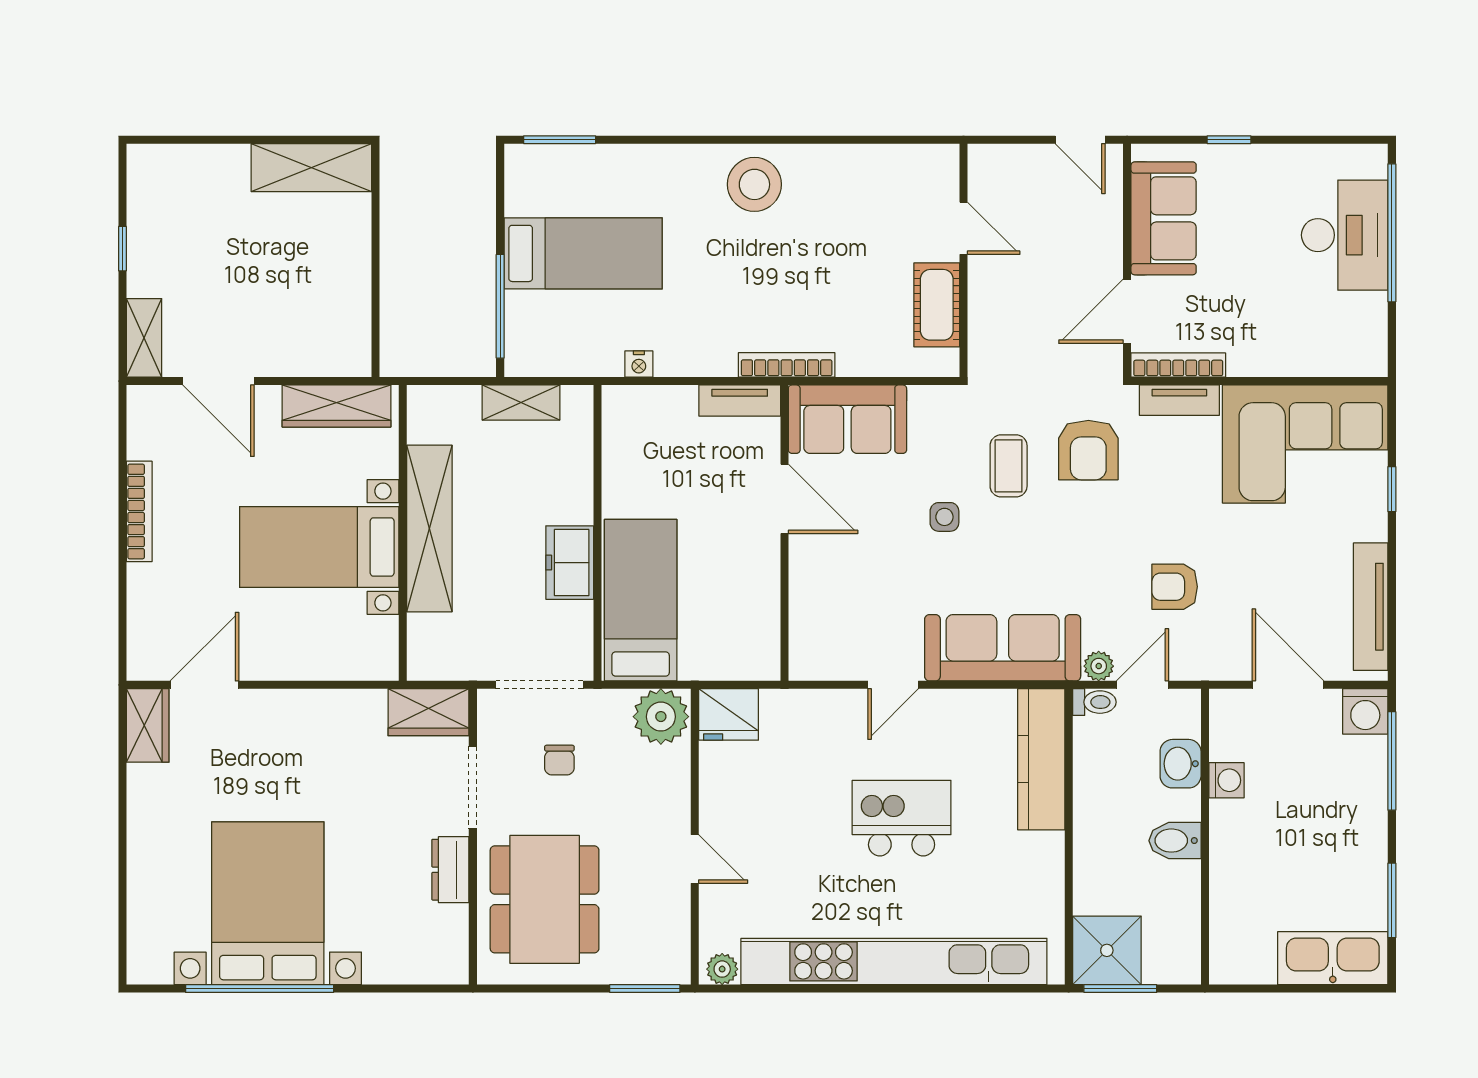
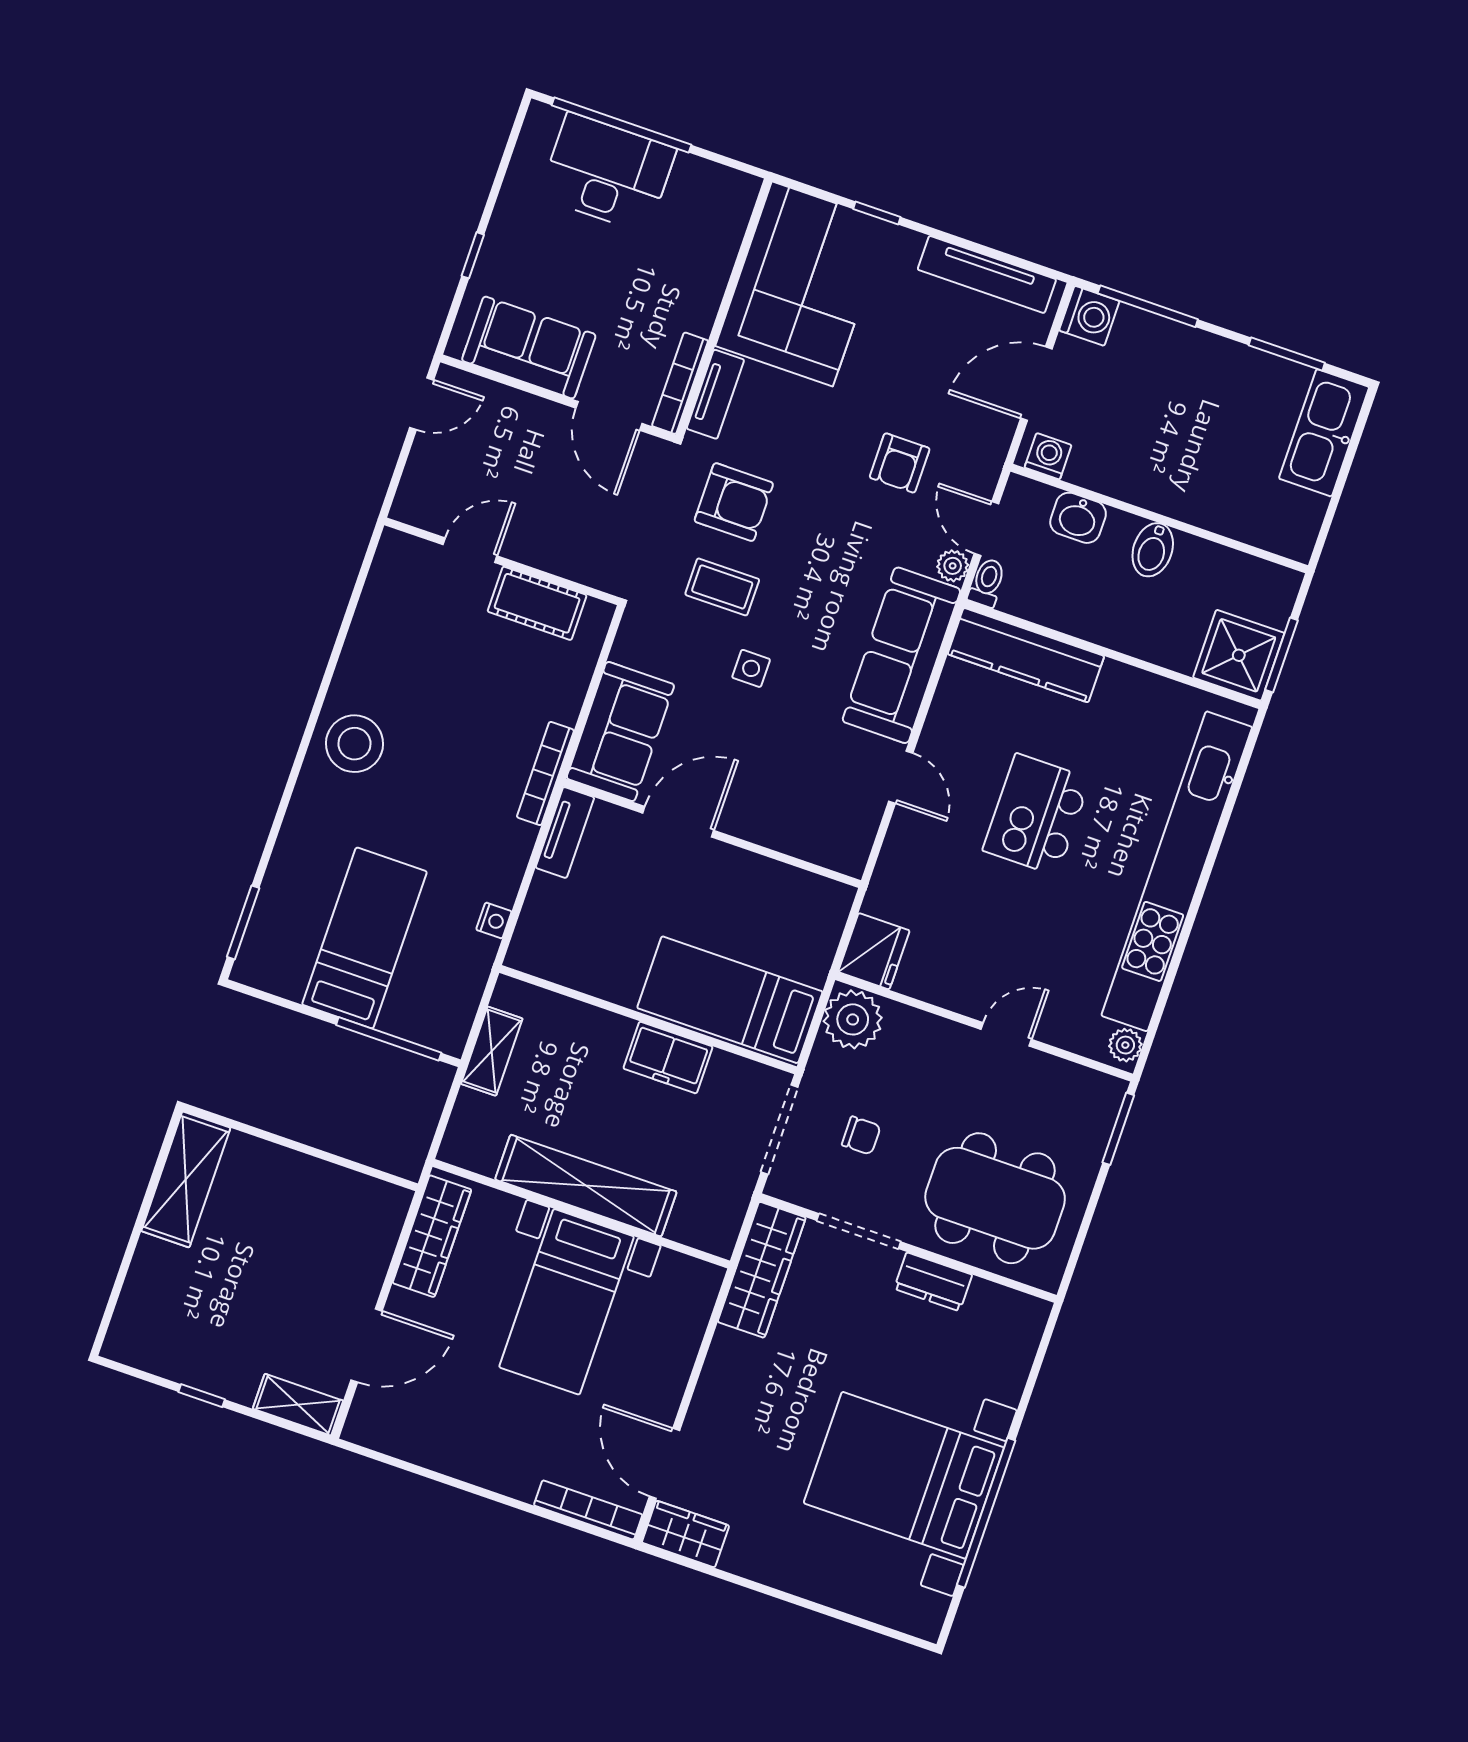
bookcase: (139, 511) -> (588, 1510), moved
wardrobe: (429, 712) -> (762, 1270), width x1.50
washing machine: (1226, 780) -> (1048, 456), moved

